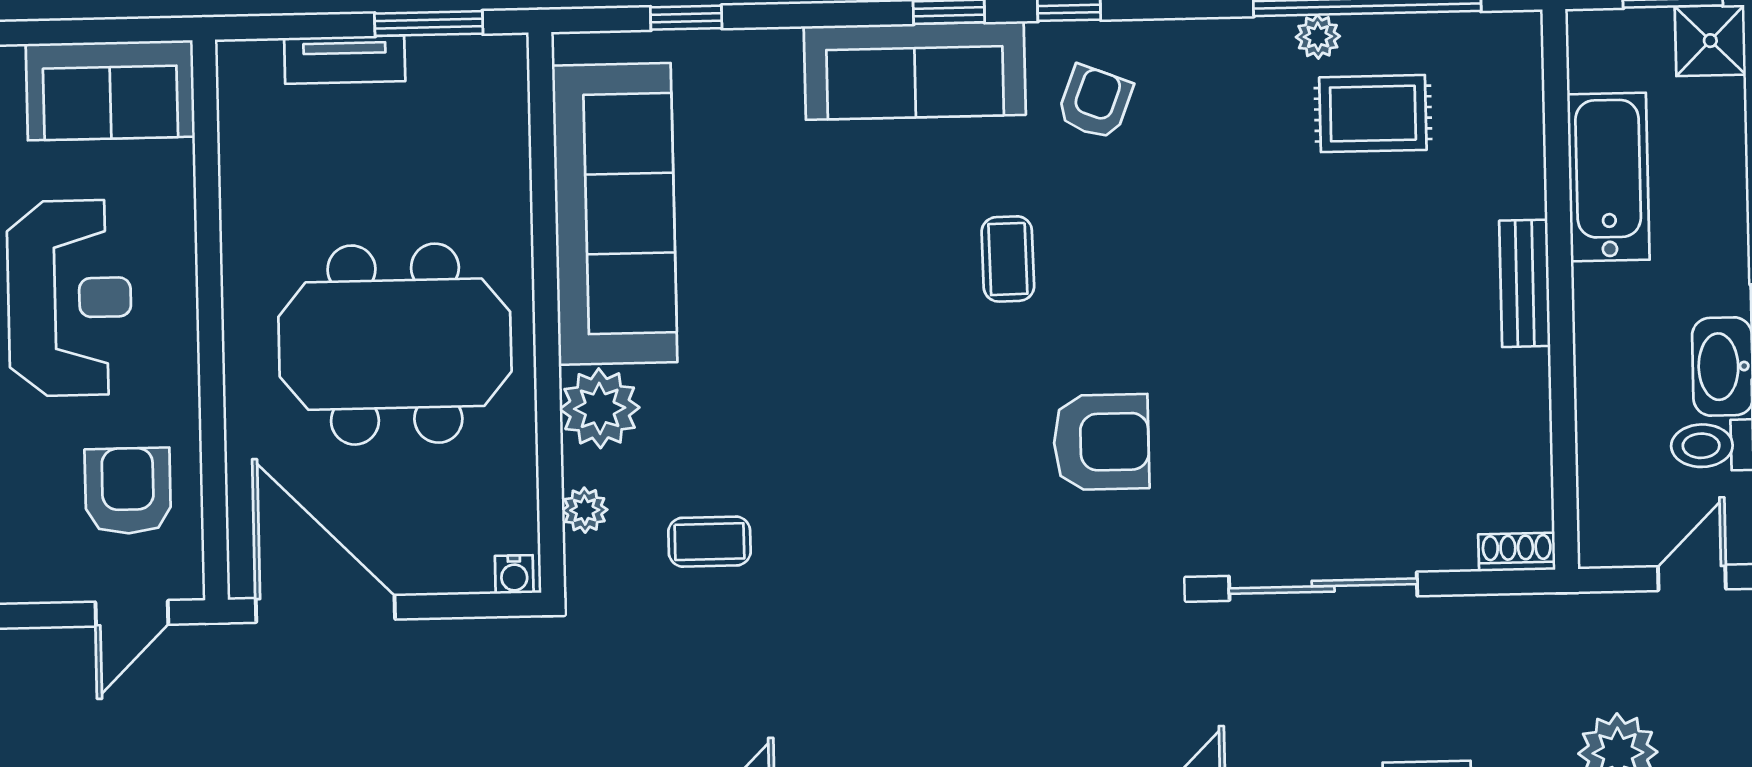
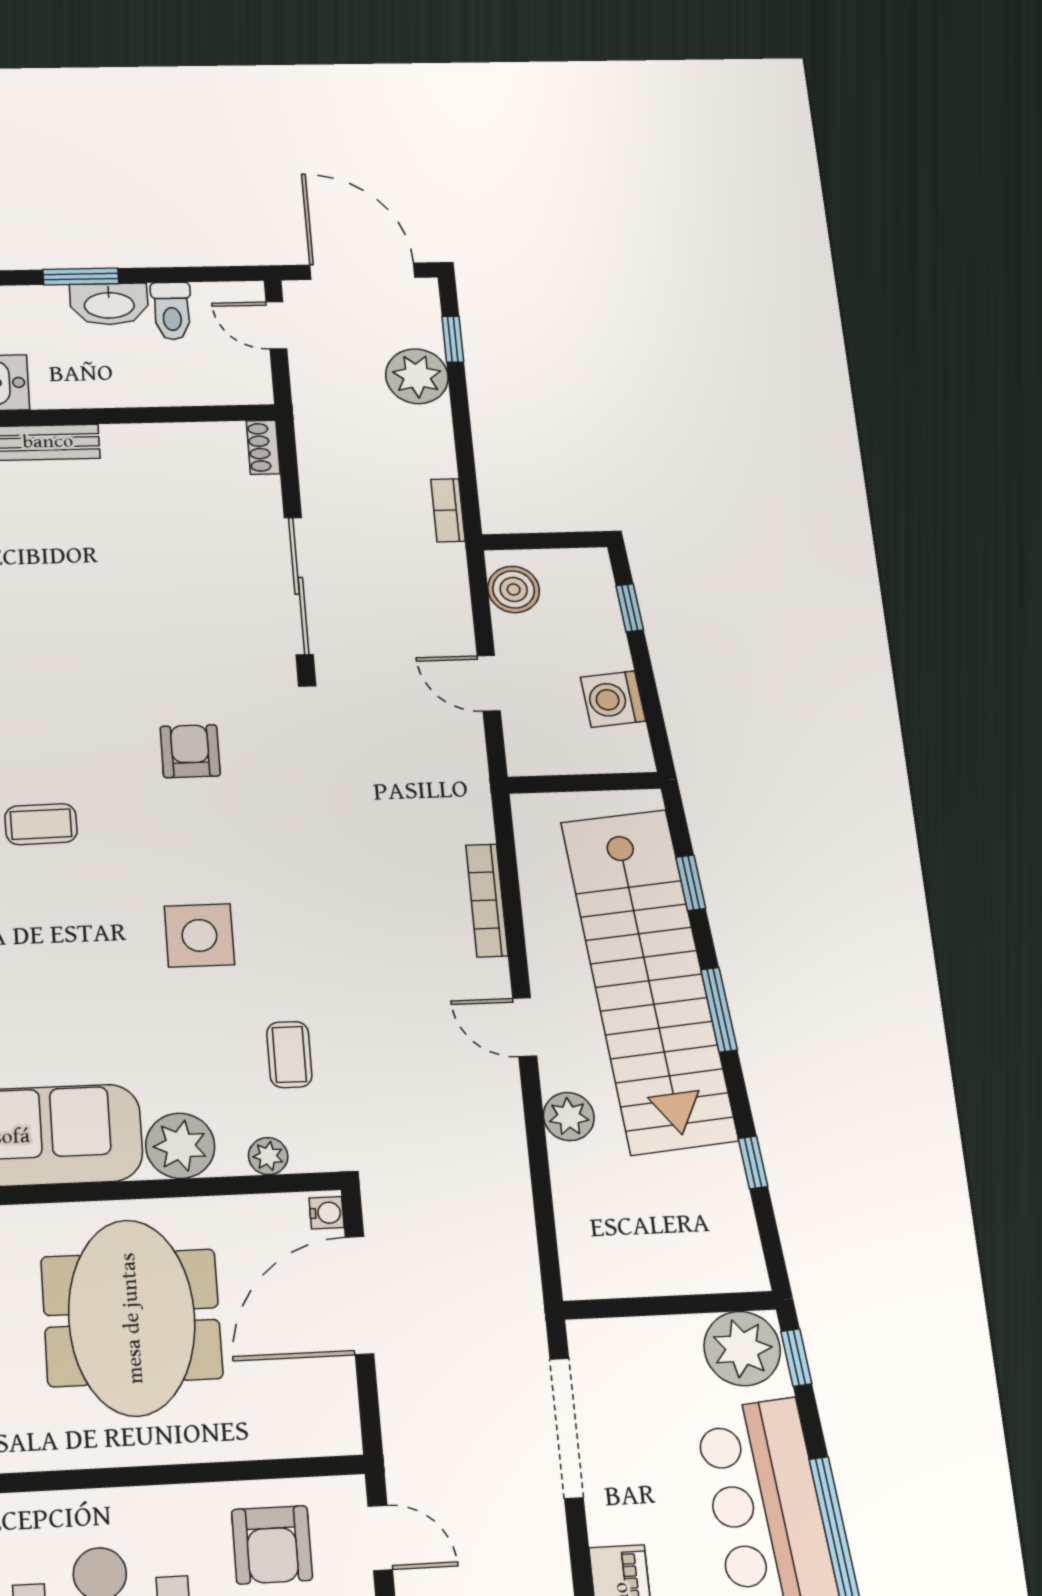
armchair: (1101, 442) -> (190, 751), width x0.72, depth x0.72
side table: (862, 443) -> (199, 935), added
armchair: (128, 491) -> (272, 1545), turned -90
door: (325, 609) -> (359, 1295), moved

